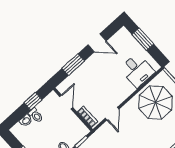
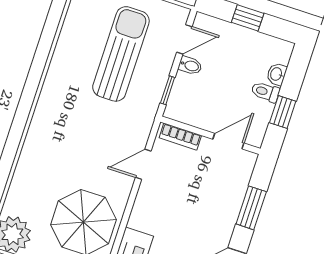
door: (66, 102) -> (228, 141), swing flipped
door: (112, 114) -> (143, 164), hinge flipped

